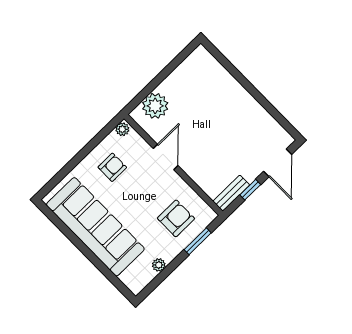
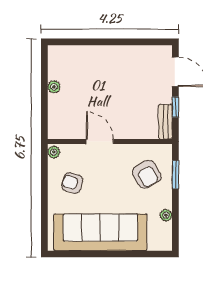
plant: (155, 106) -> (54, 87), moved, width x0.53, depth x0.53
armchair: (112, 167) -> (72, 183), turned -73
armchair: (176, 218) -> (147, 174), turned 150

